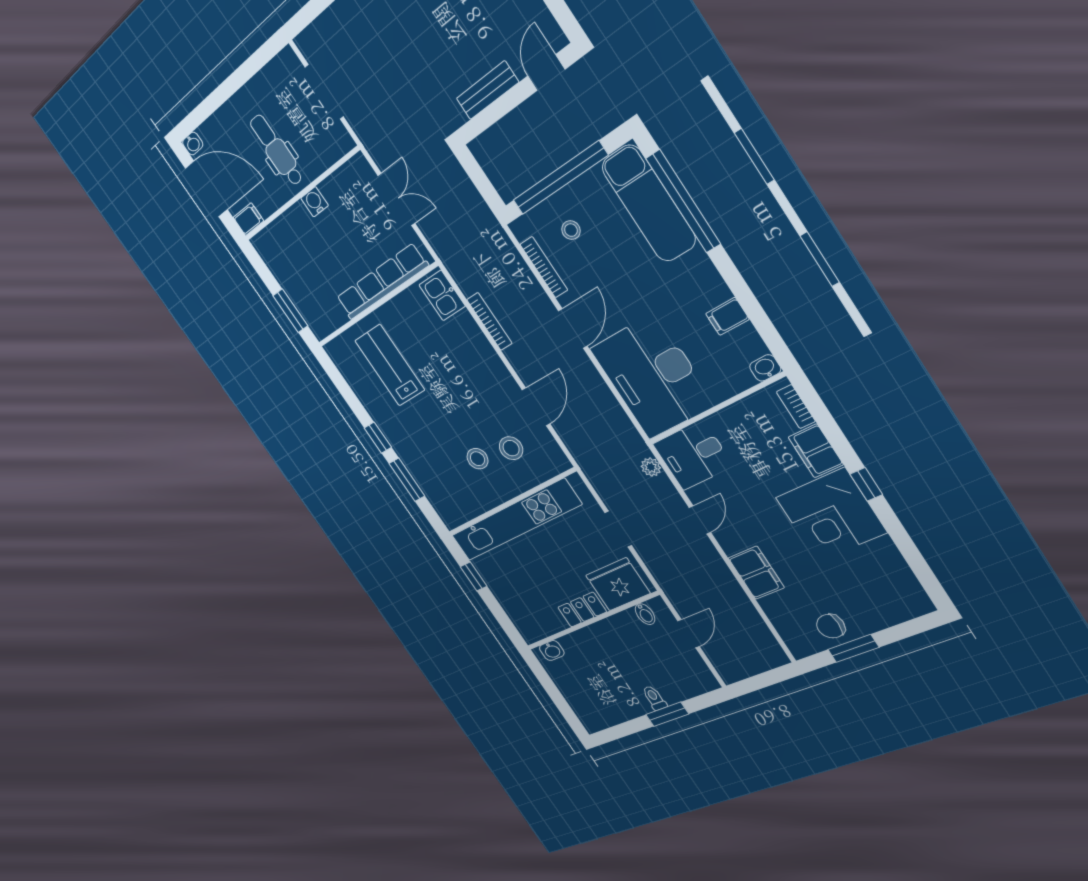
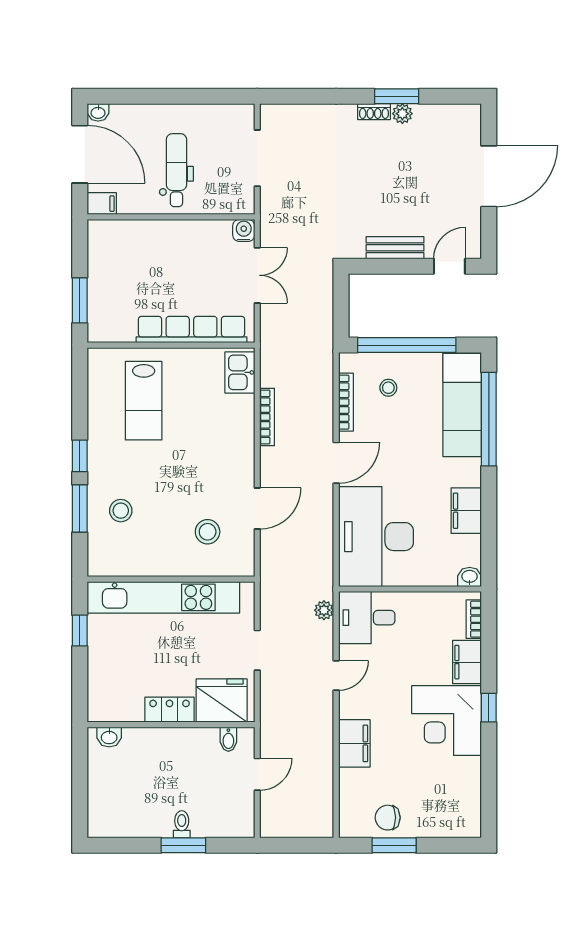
water cooler: (315, 202) -> (244, 230), moved
filing cabinet: (727, 316) -> (466, 511), width x2.00
lab bench: (390, 365) -> (144, 401), turned 180
stool: (477, 459) -> (121, 511), moved

